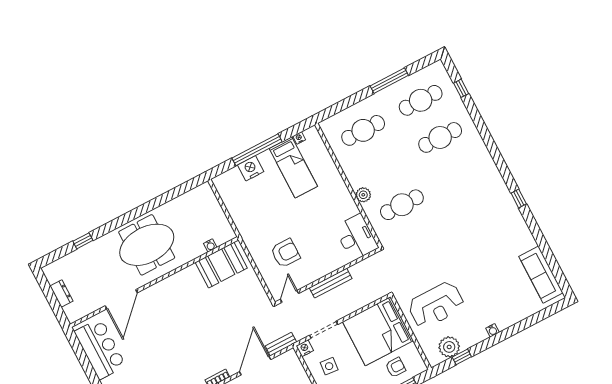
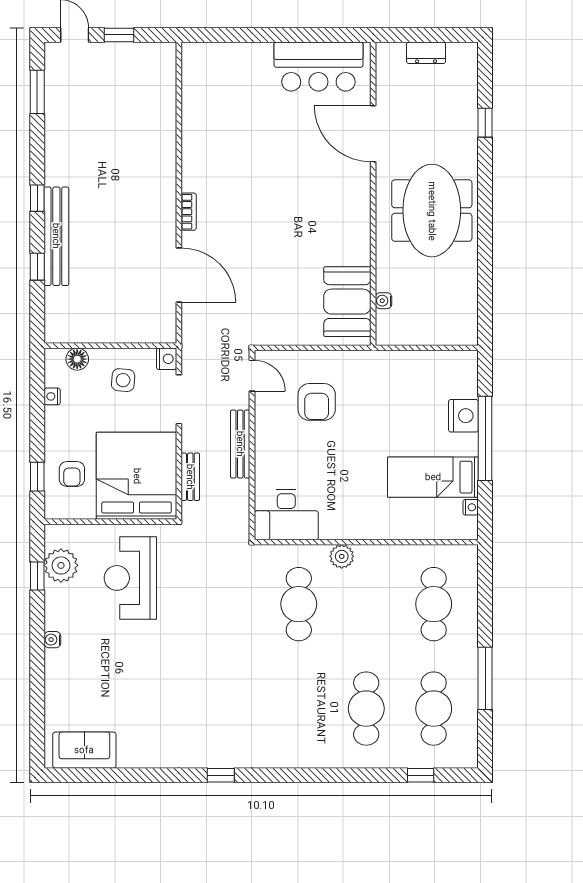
sofa: (541, 275) -> (84, 750), width x0.73
bench: (281, 344) -> (190, 477), moved

